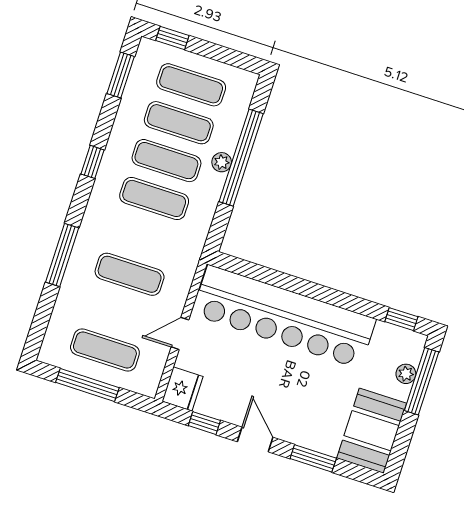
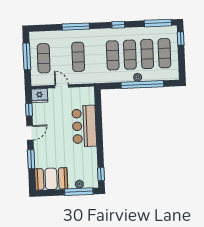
window: (121, 75) -> (158, 23), width x1.44
bar counter: (284, 317) -> (84, 126), width x0.54

